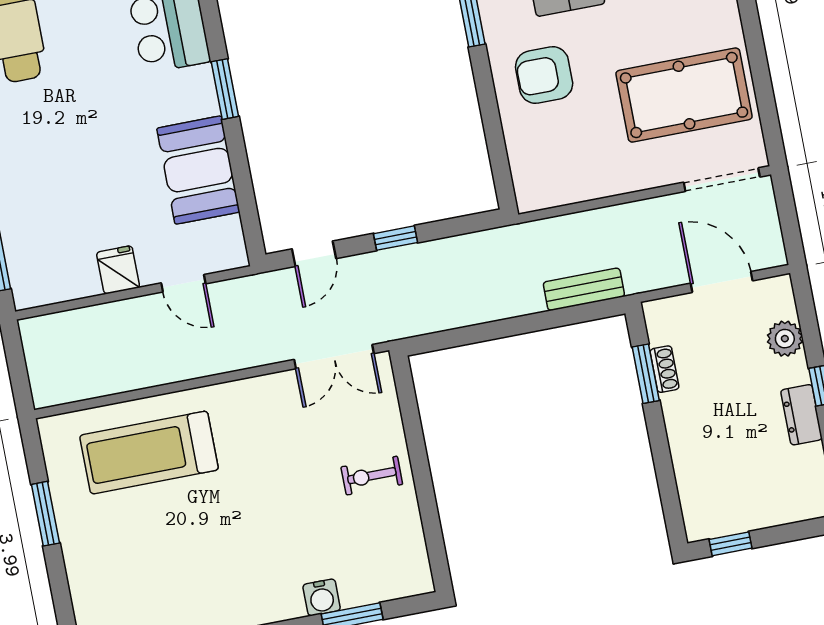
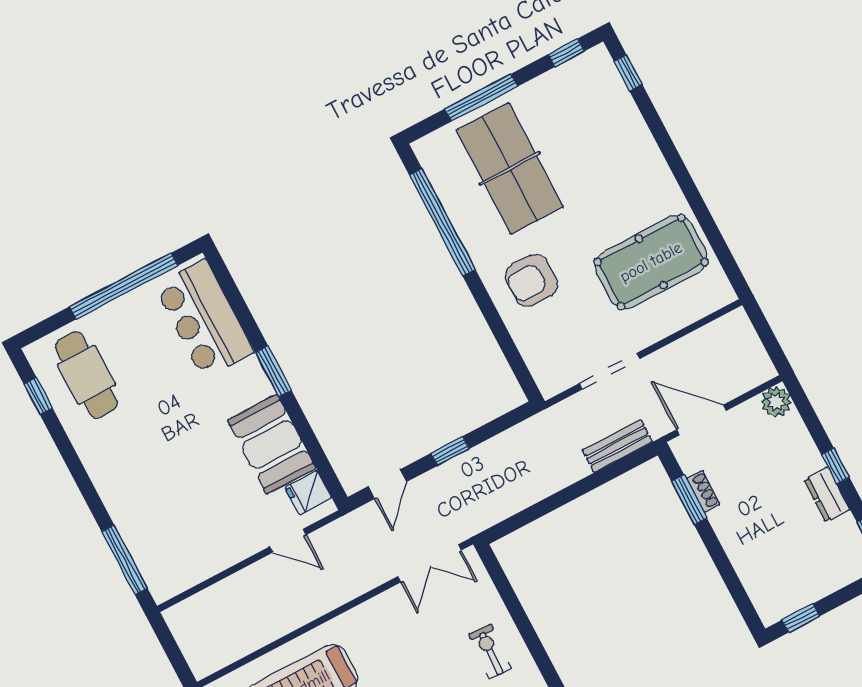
doorway: (722, 180) -> (609, 371), moved
fridge: (118, 270) -> (308, 493), moved, turned -90
door: (722, 282) -> (701, 420), moved
plant: (785, 339) -> (776, 402), moved
exercise bike: (372, 476) -> (490, 651), turned 93

